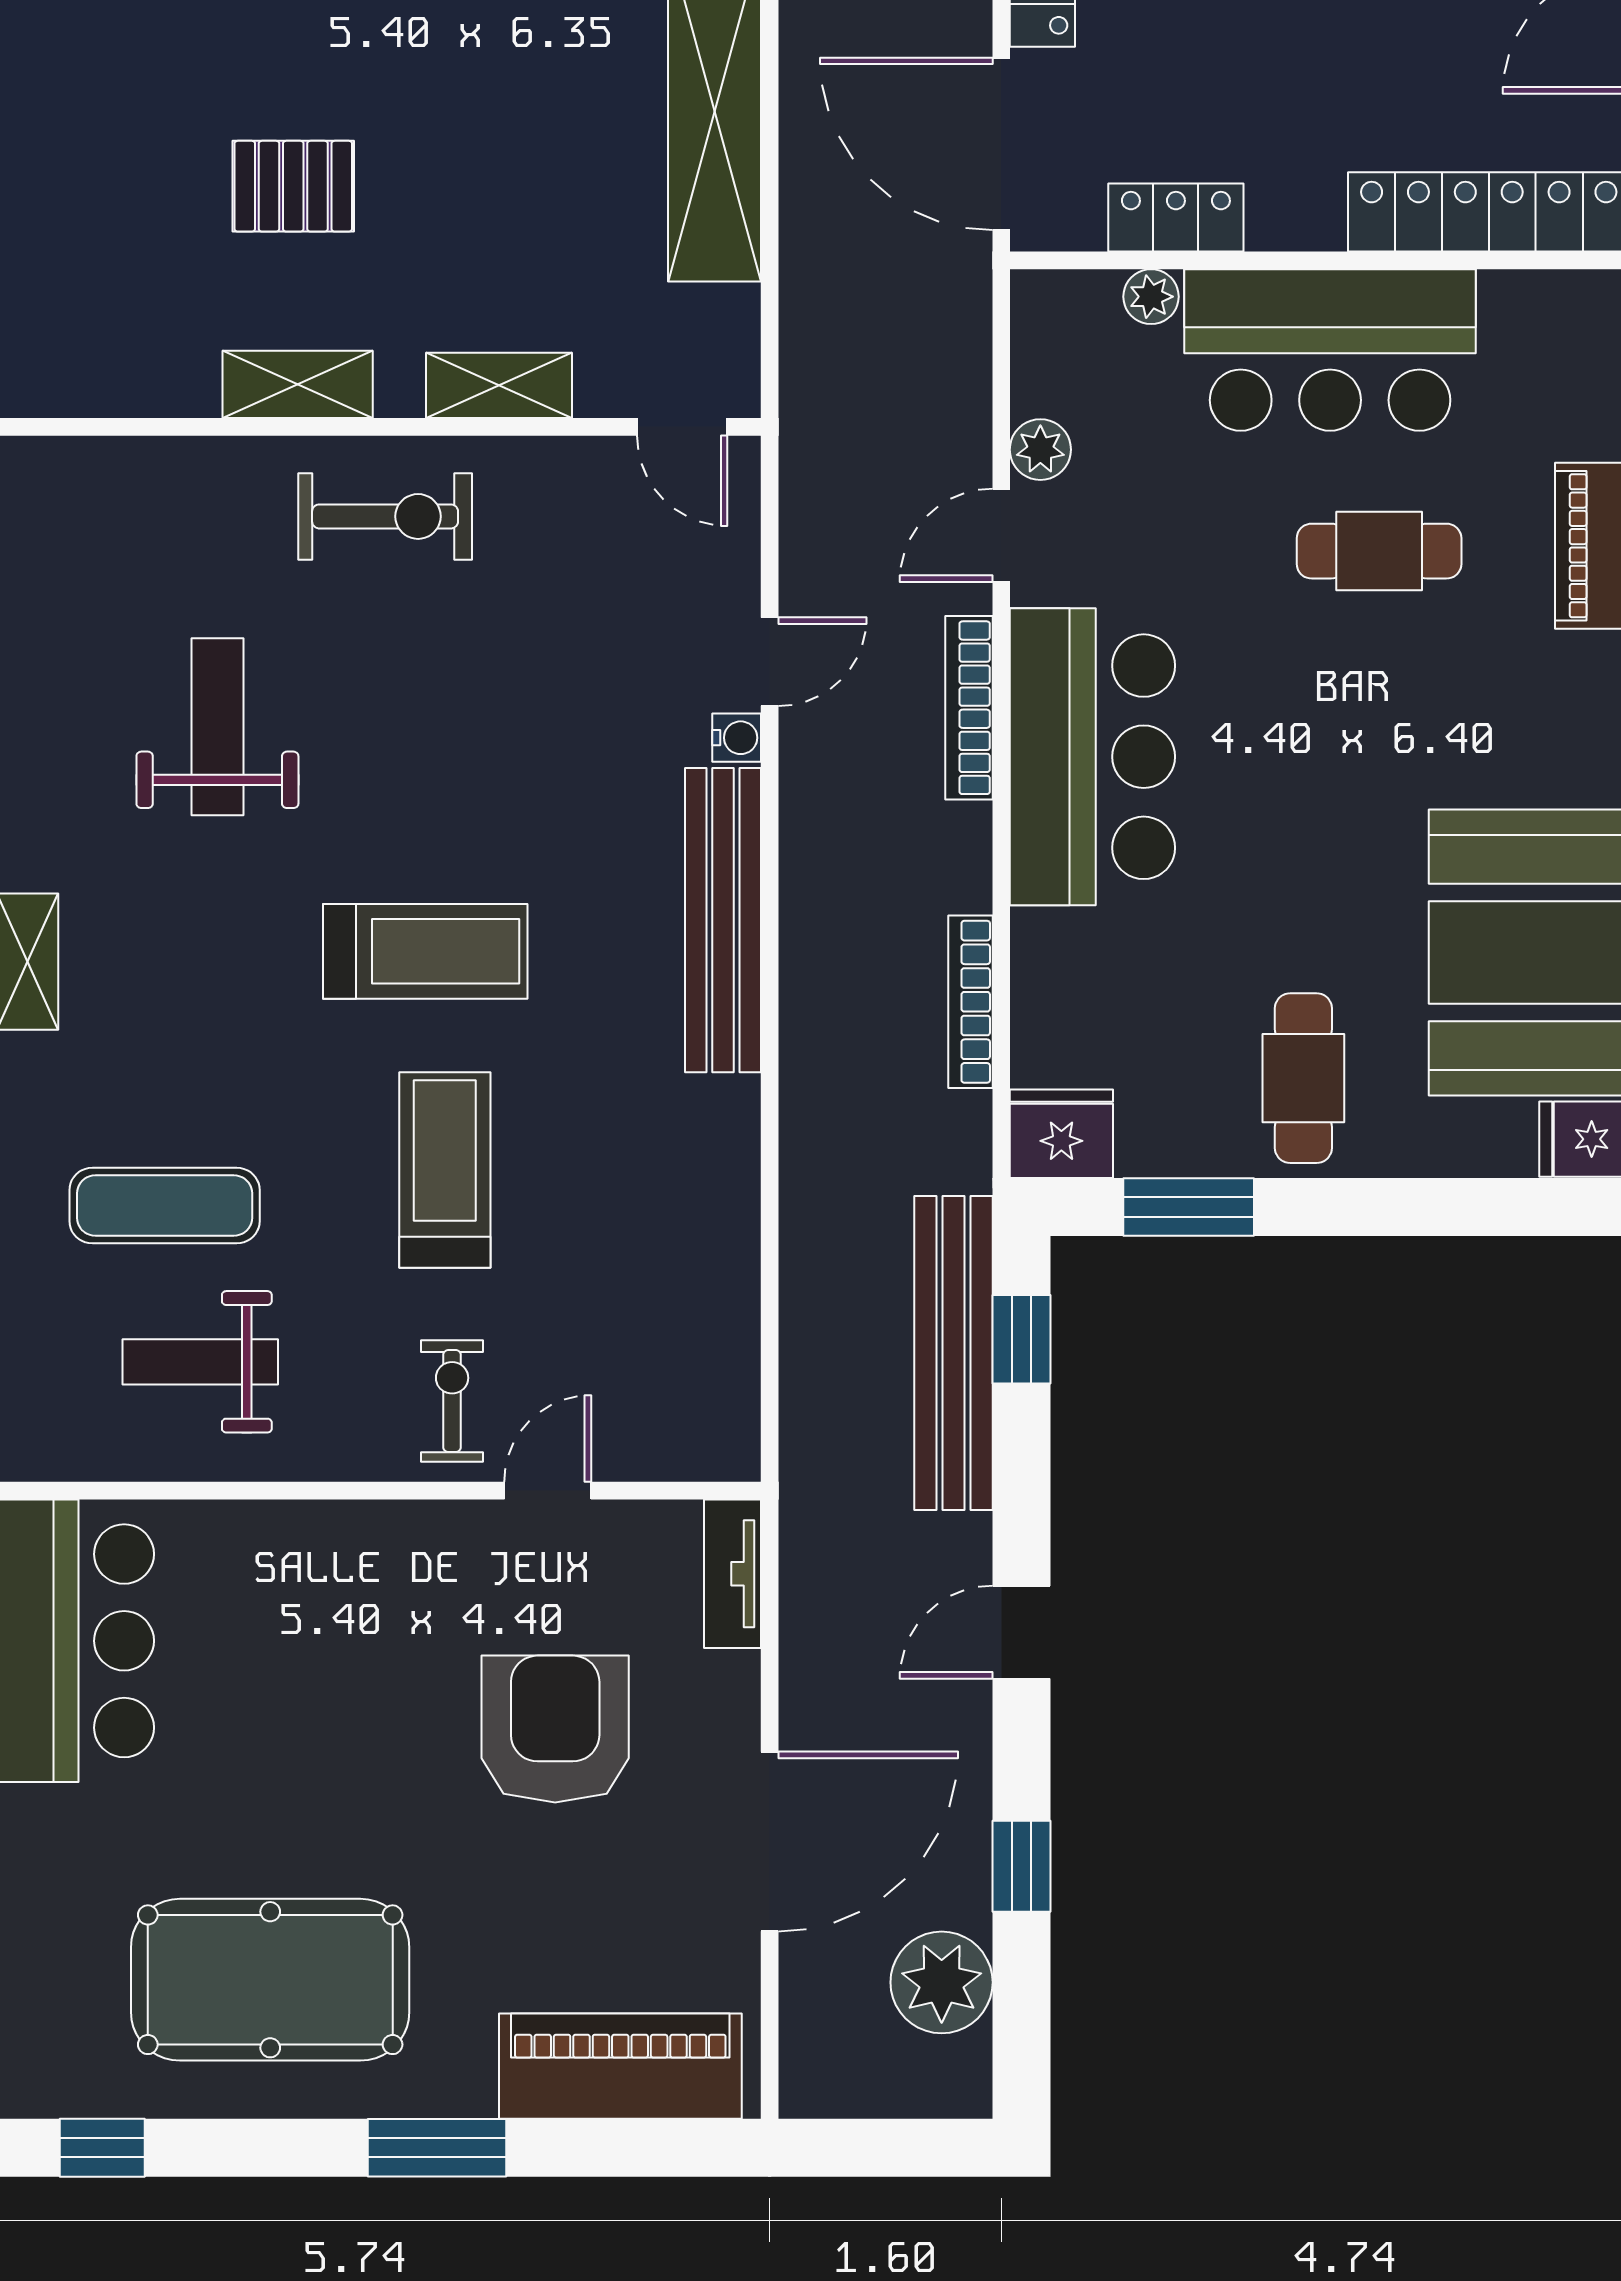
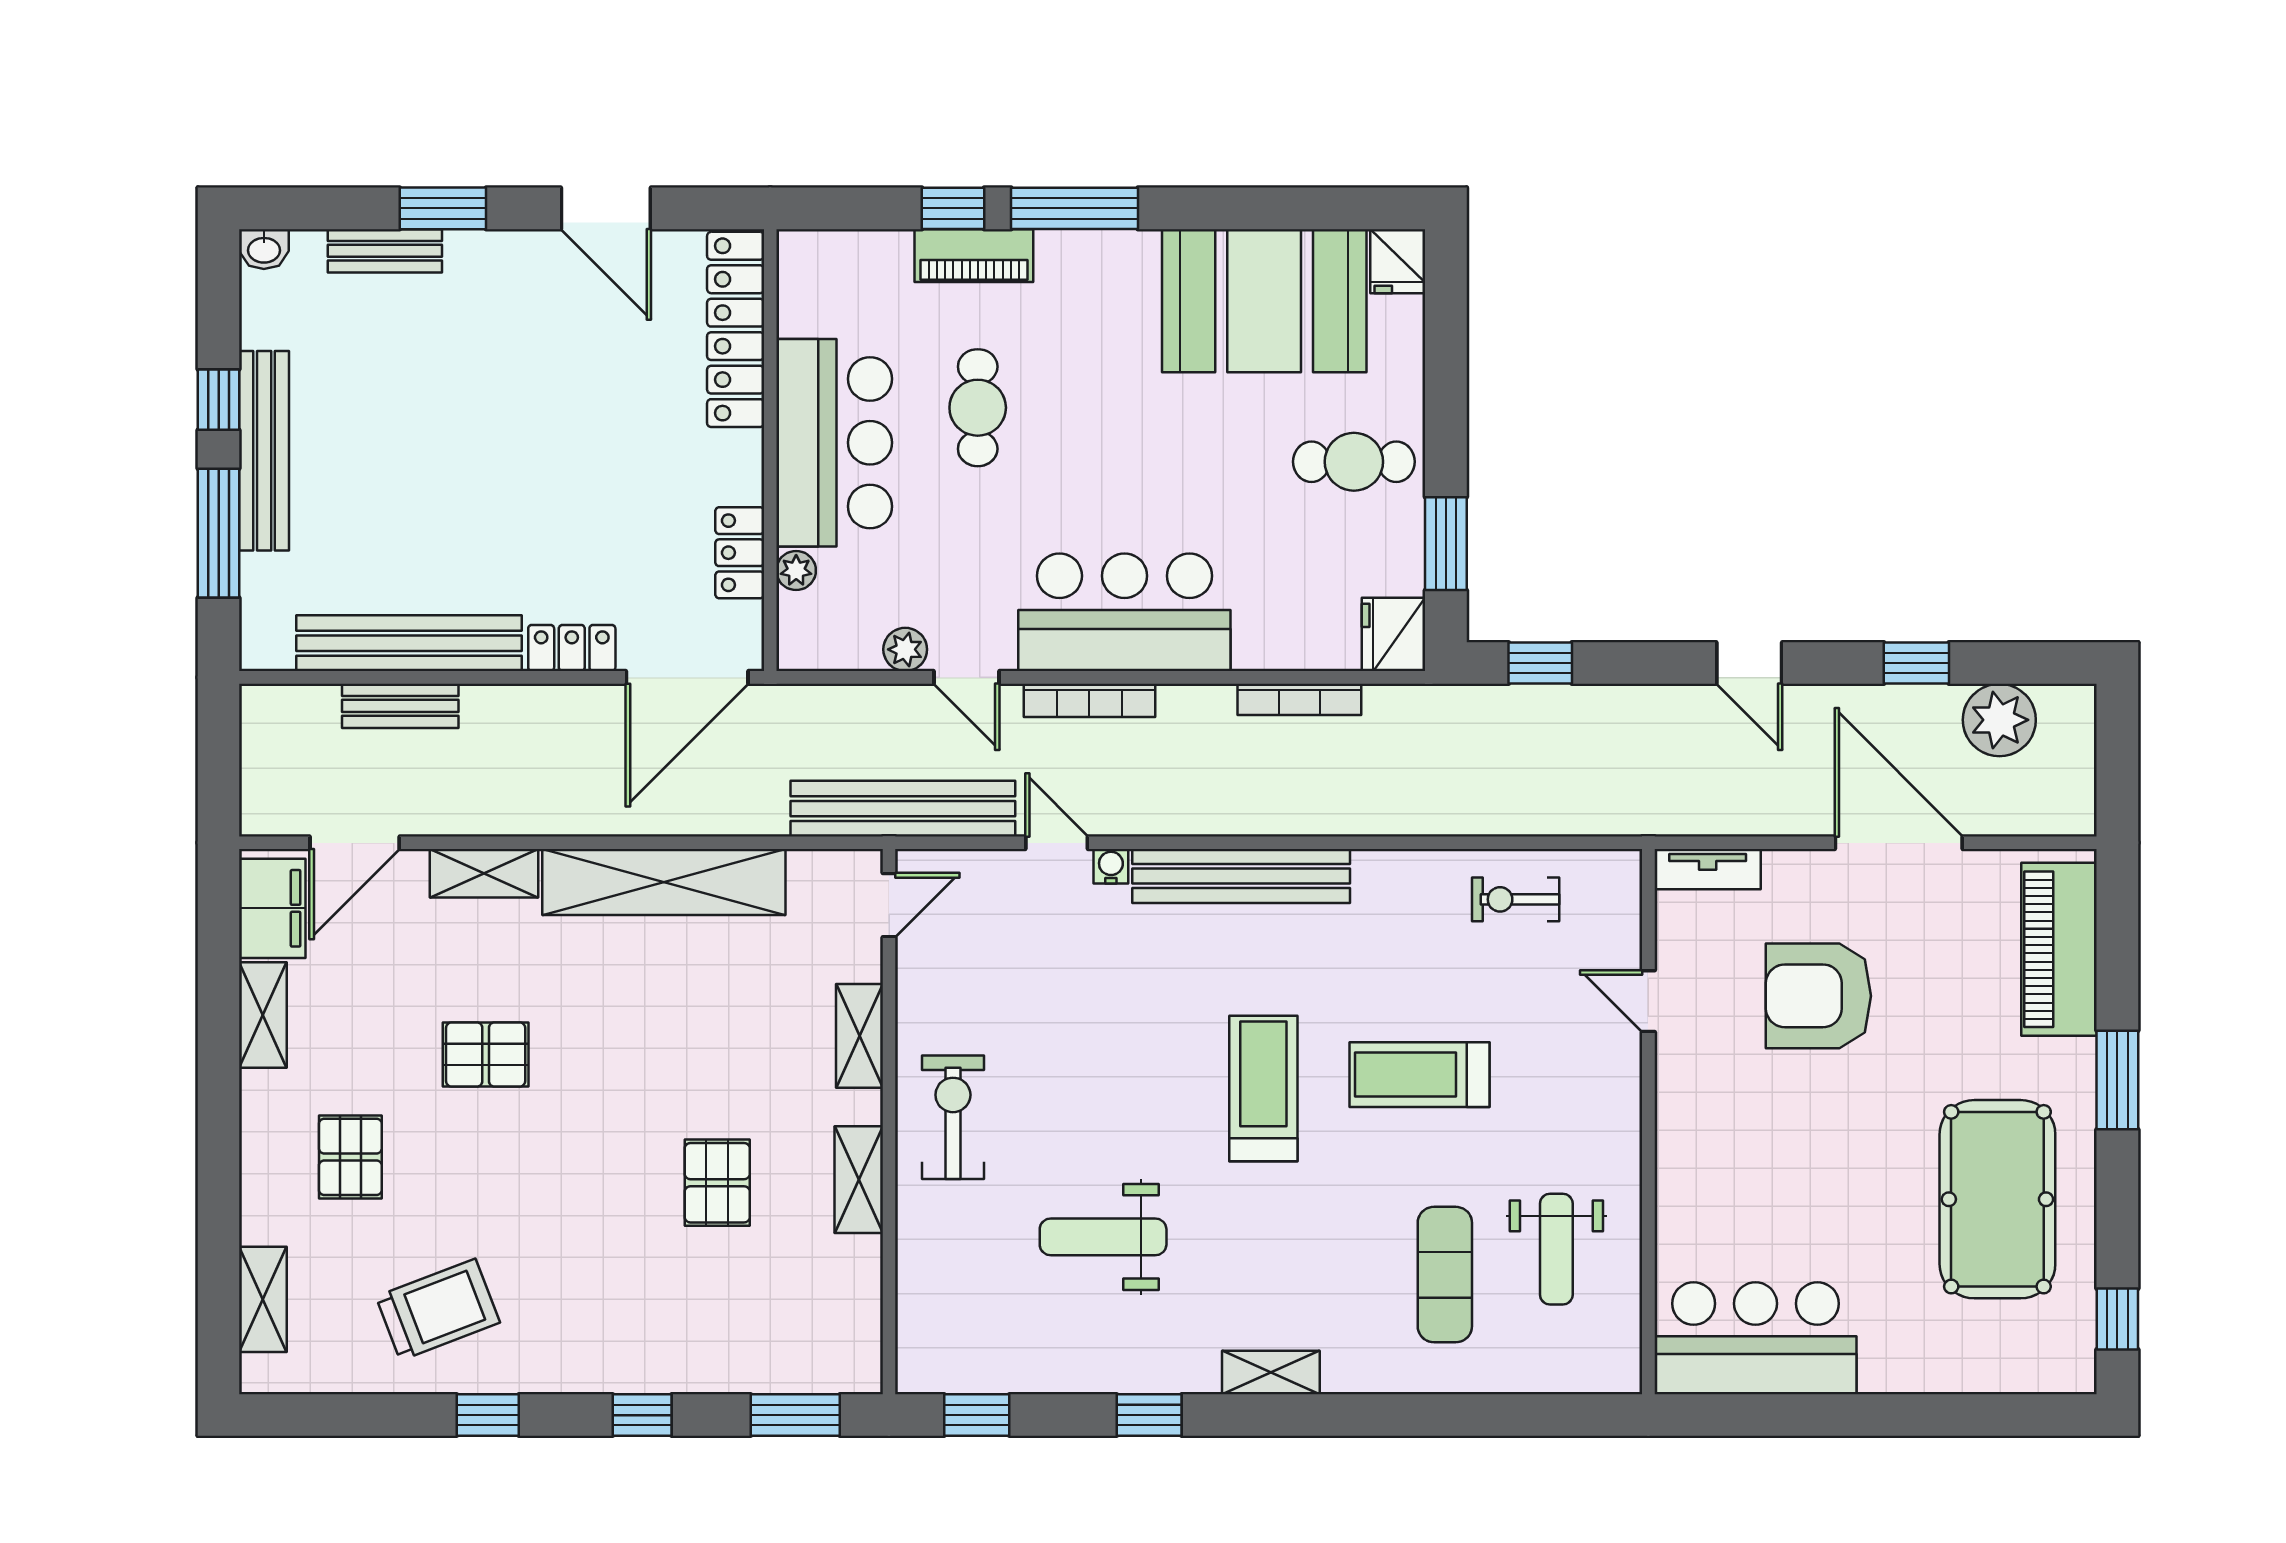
bench: (953, 1353) -> (903, 809), moved
exercise bike: (452, 1401) -> (1516, 899), moved

